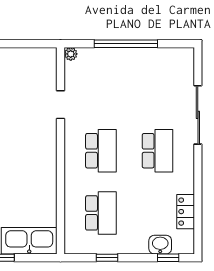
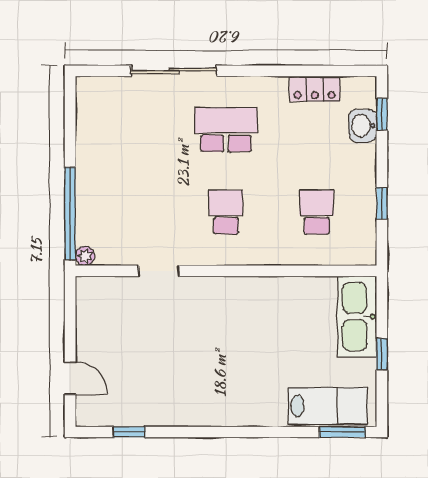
window: (126, 44) -> (70, 214), moved
school desk: (101, 151) -> (226, 212), width x0.54
school desk: (101, 213) -> (317, 212), width x0.54

